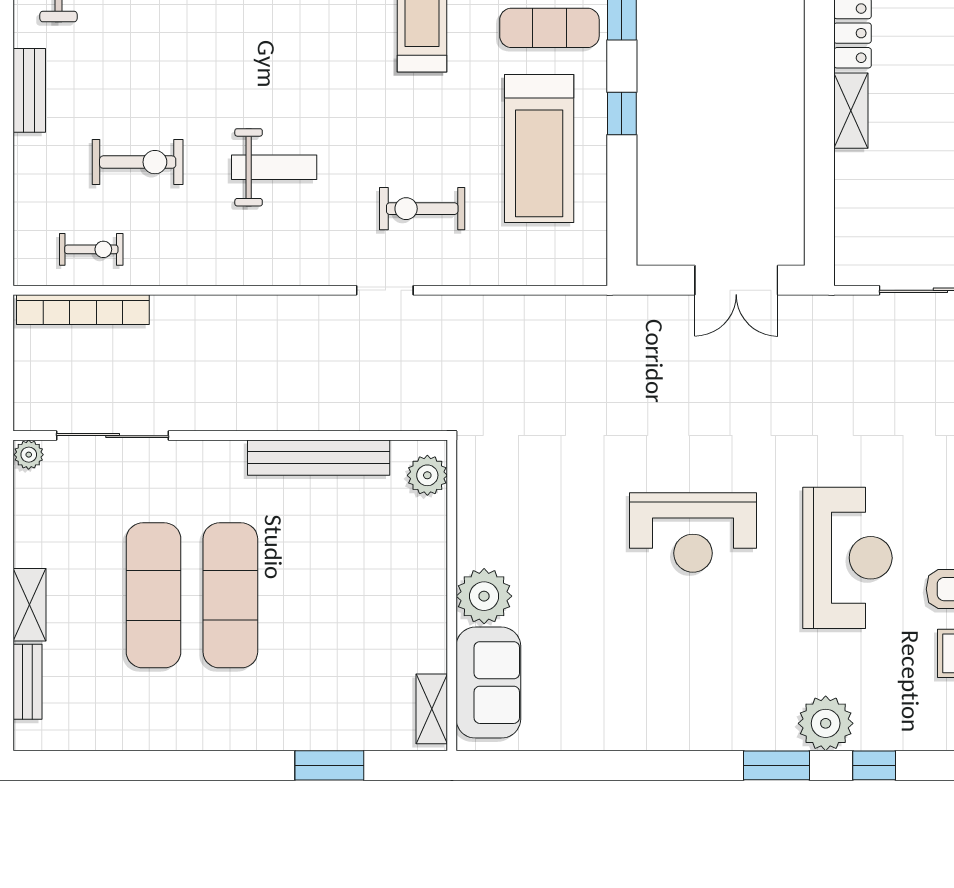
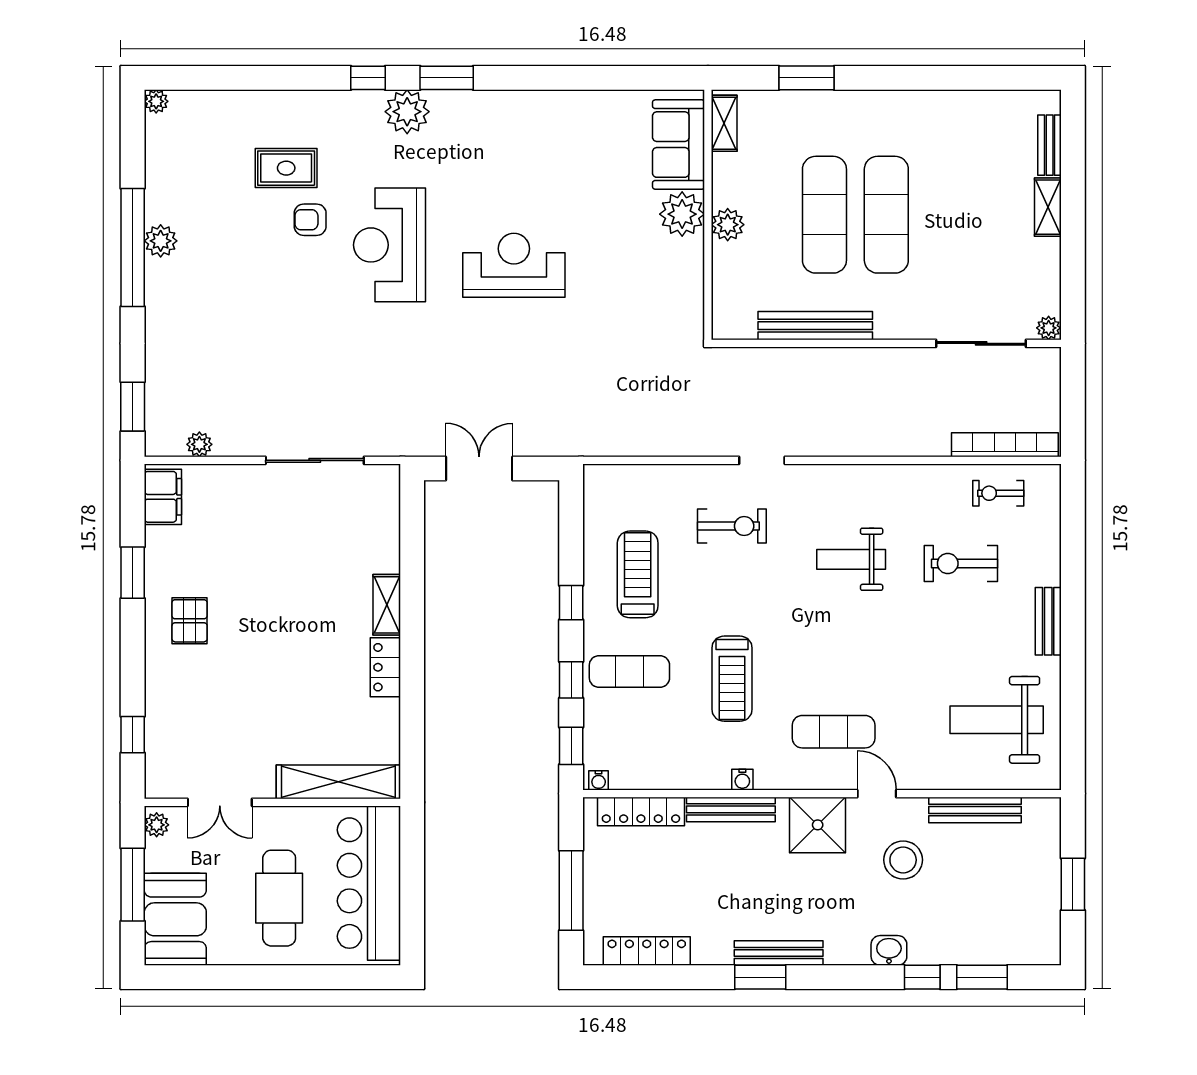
treadmill: (539, 149) -> (638, 574), width x0.73, depth x0.73
plant: (427, 475) -> (728, 225), moved
exercise mat: (154, 595) -> (824, 215), moved

